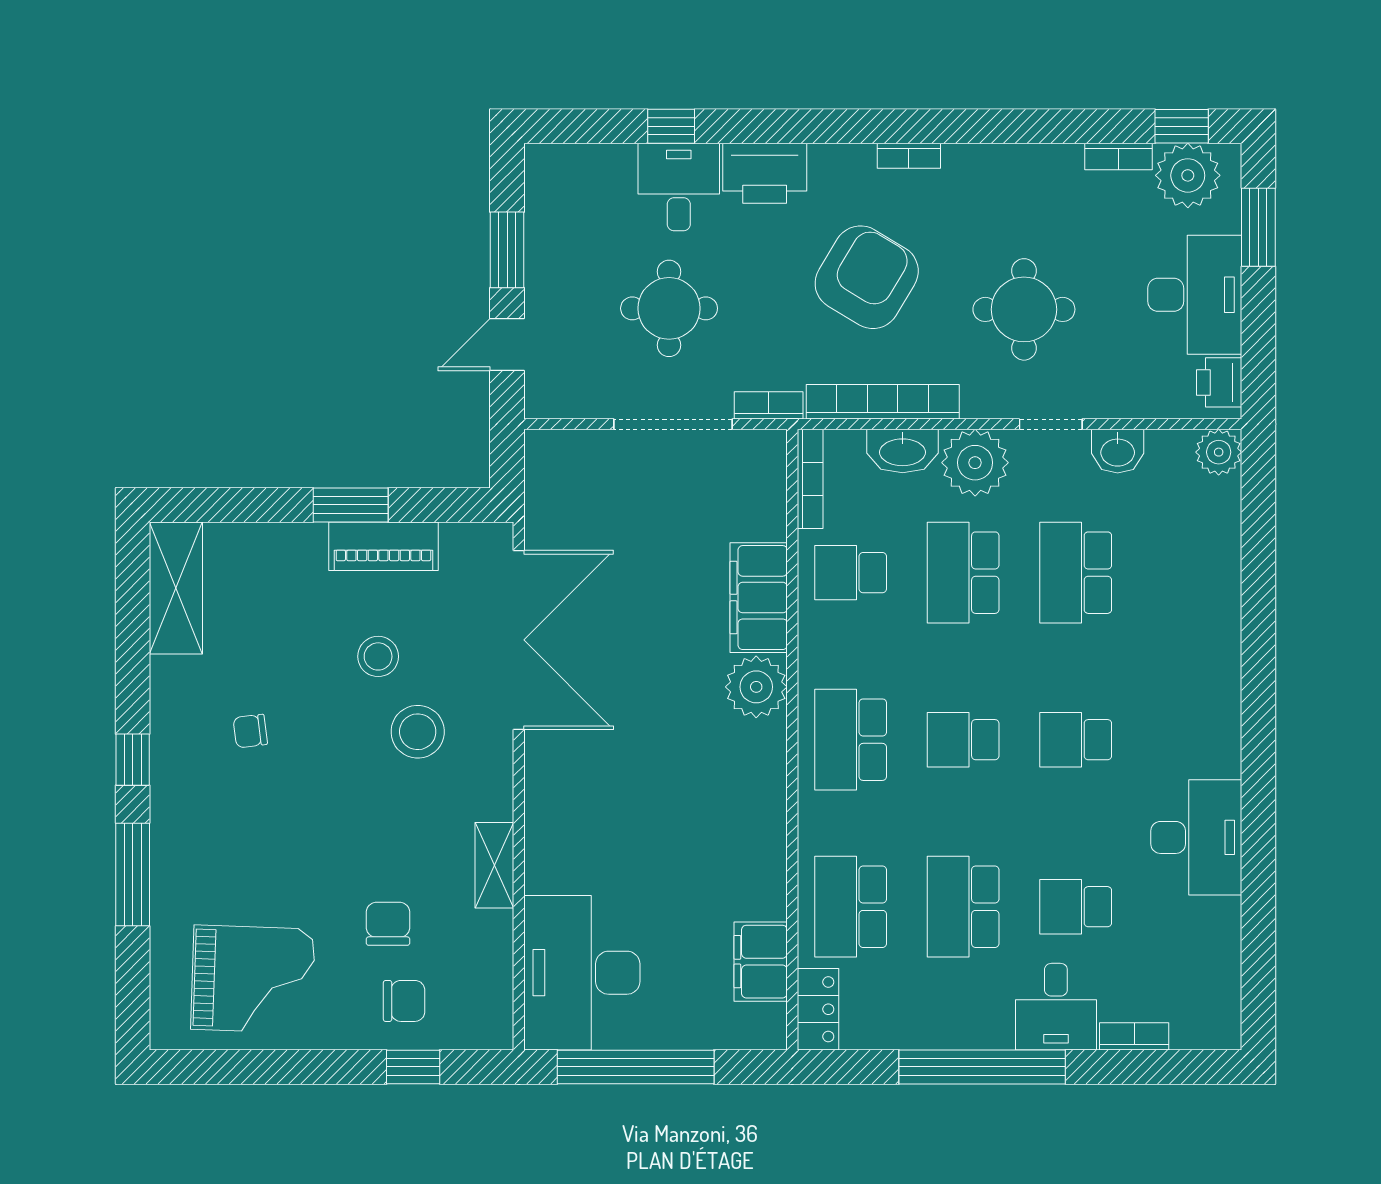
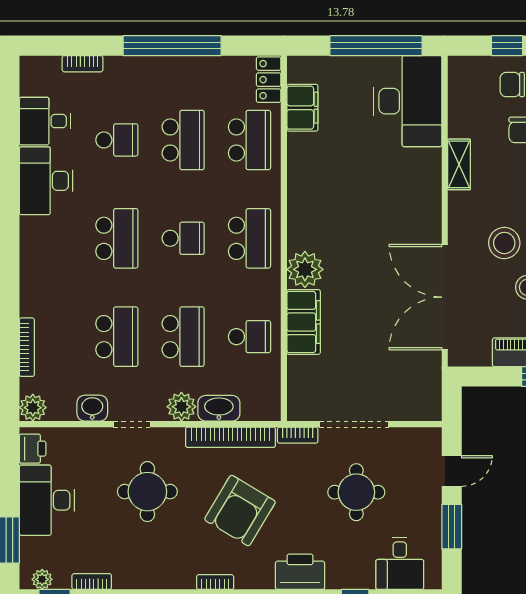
plant: (1188, 175) -> (42, 579), width x0.53, depth x0.53
desk: (679, 187) -> (400, 564), moved
plant: (975, 463) -> (181, 407), width x0.73, depth x0.73
bookcase: (810, 479) -> (27, 347), moved, turned 180
school desk: (1076, 740) -> (117, 238), width x1.85
desk: (1056, 1007) -> (45, 121), moved, turned -90

